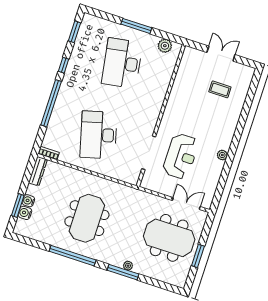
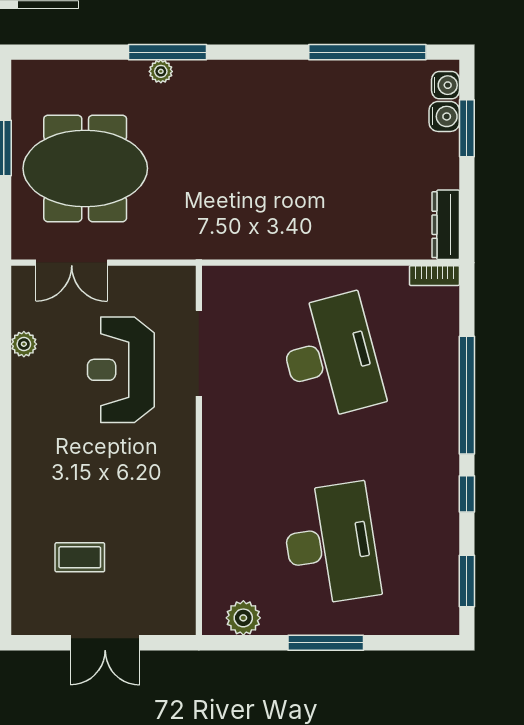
plant: (222, 155) -> (24, 344), moved
water cooler: (28, 201) -> (446, 85), moved
meeting table: (87, 218) -> (294, 152), removed
window: (73, 256) -> (367, 52), moved

